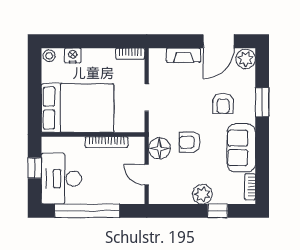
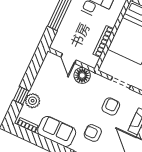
armchair: (190, 142) -> (111, 107), moved
door: (147, 175) -> (68, 58), swing flipped
plant: (202, 194) -> (33, 101), moved

